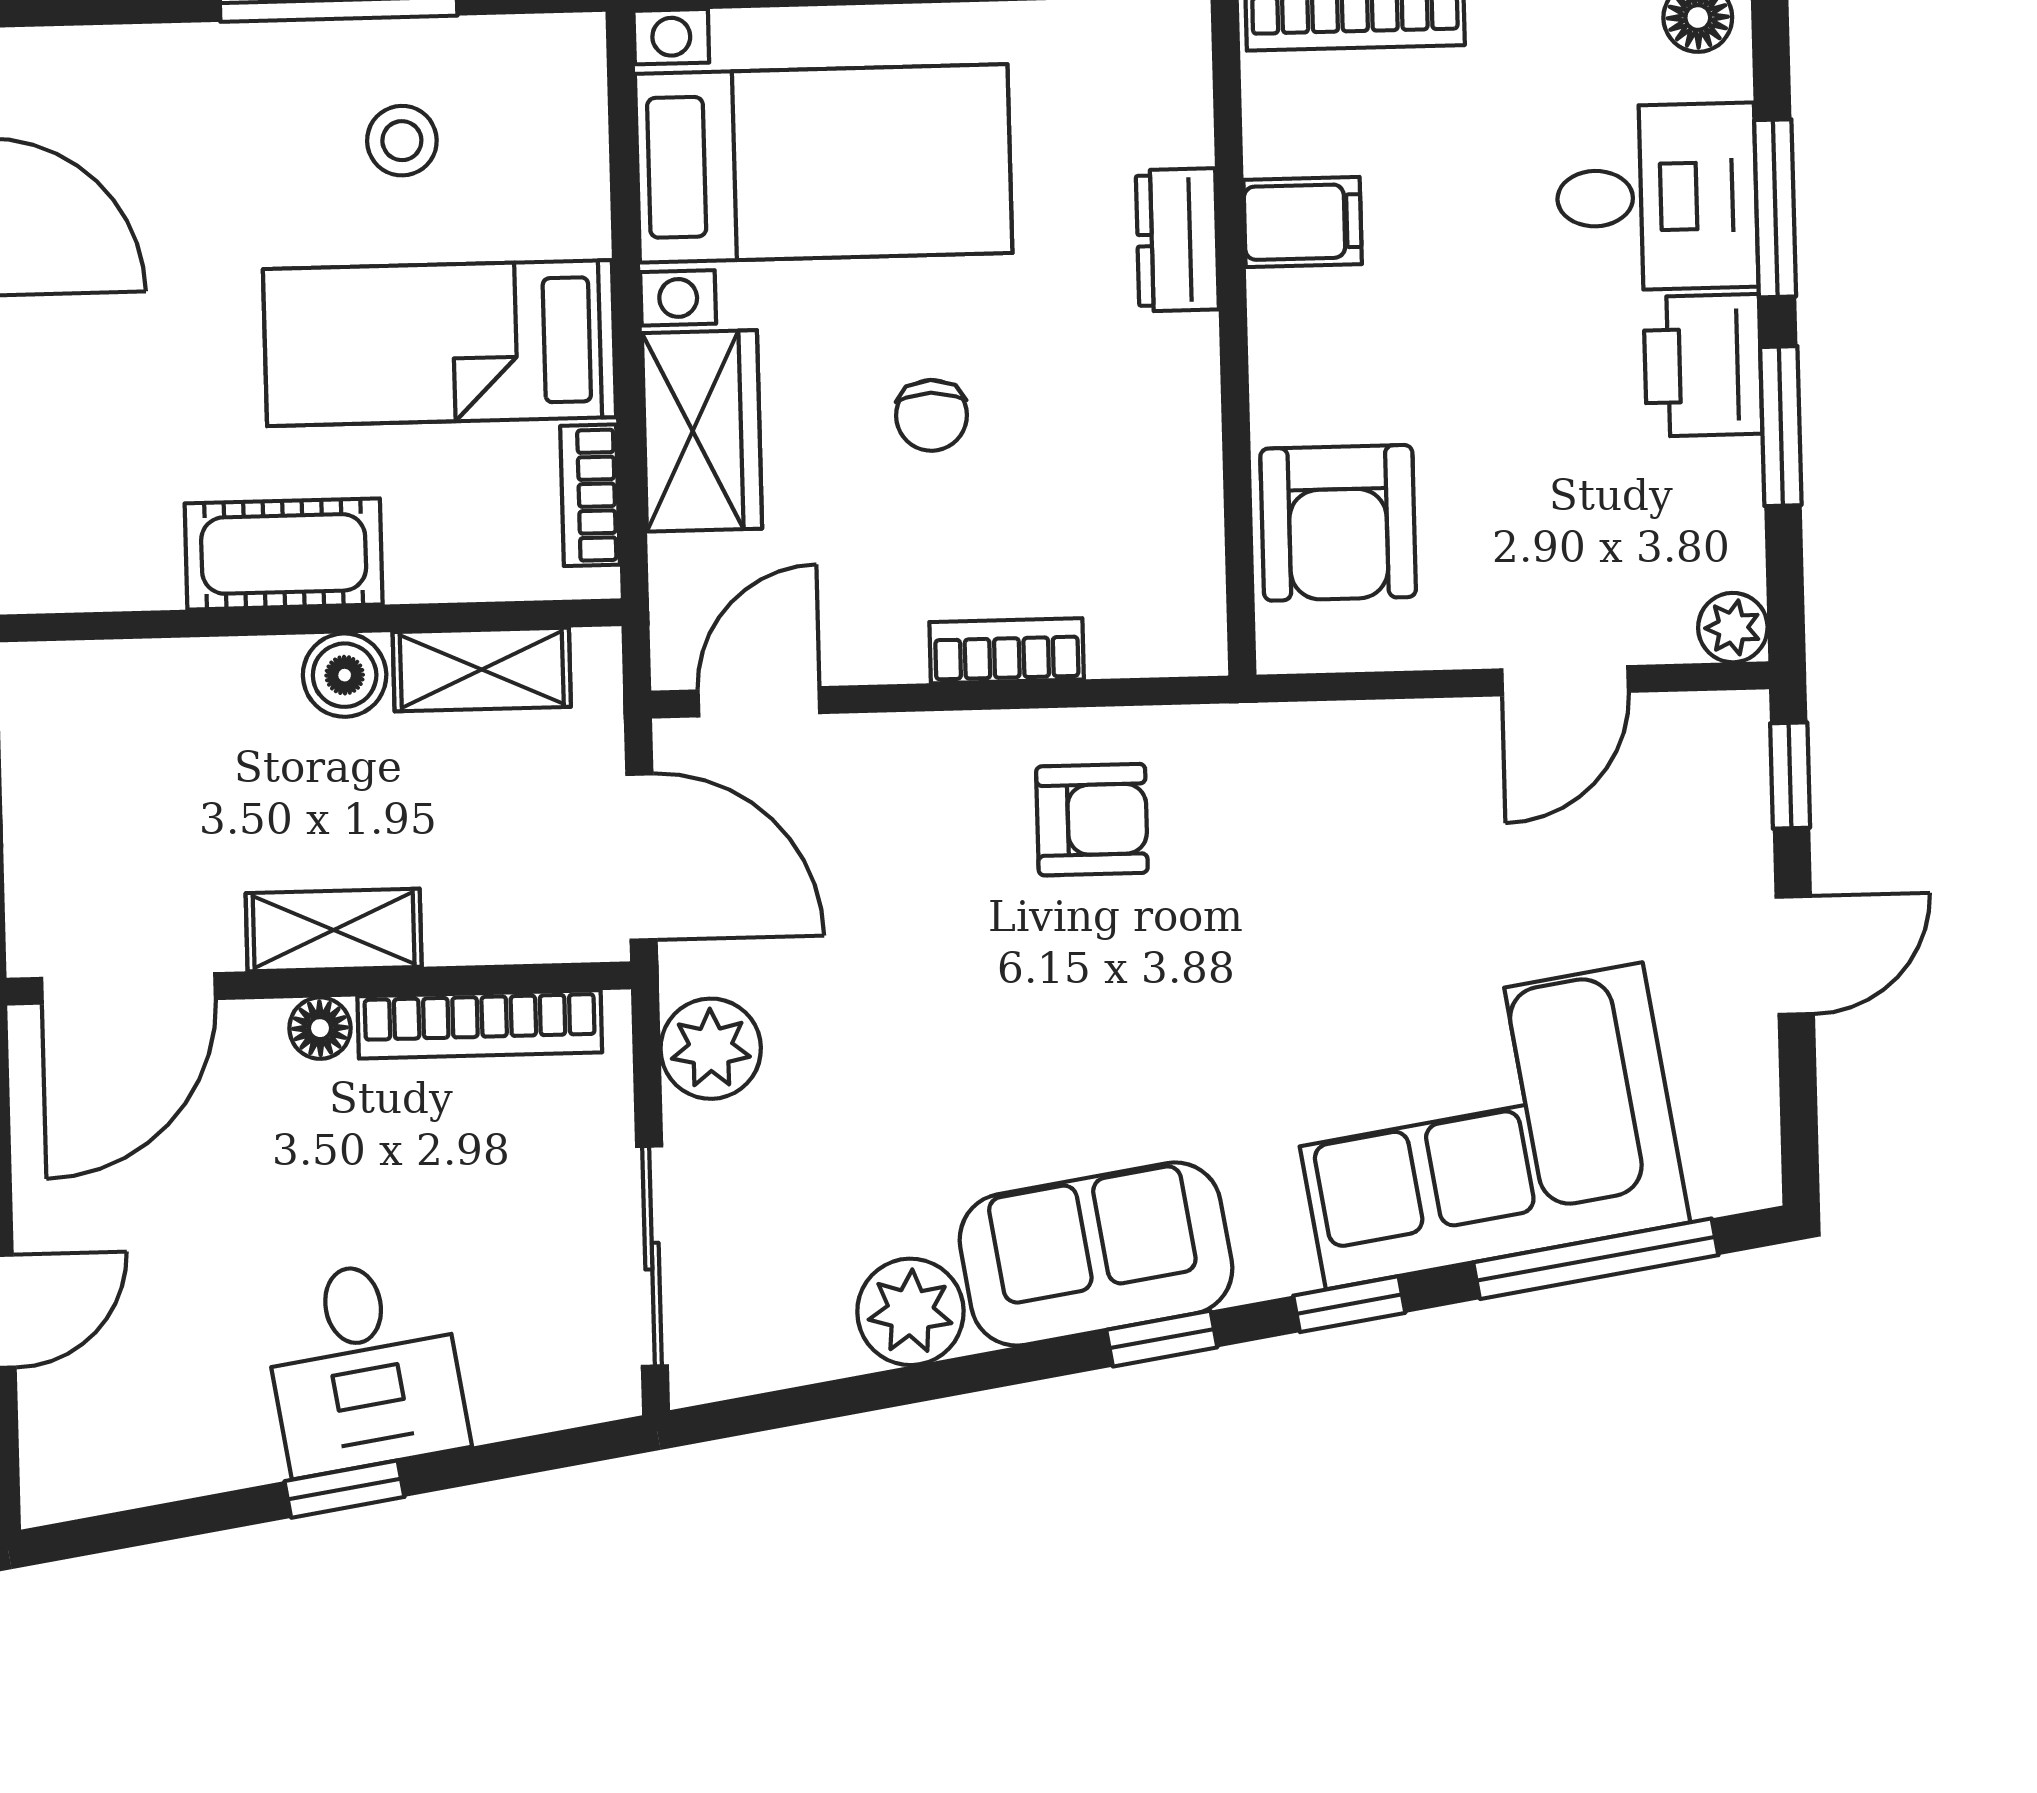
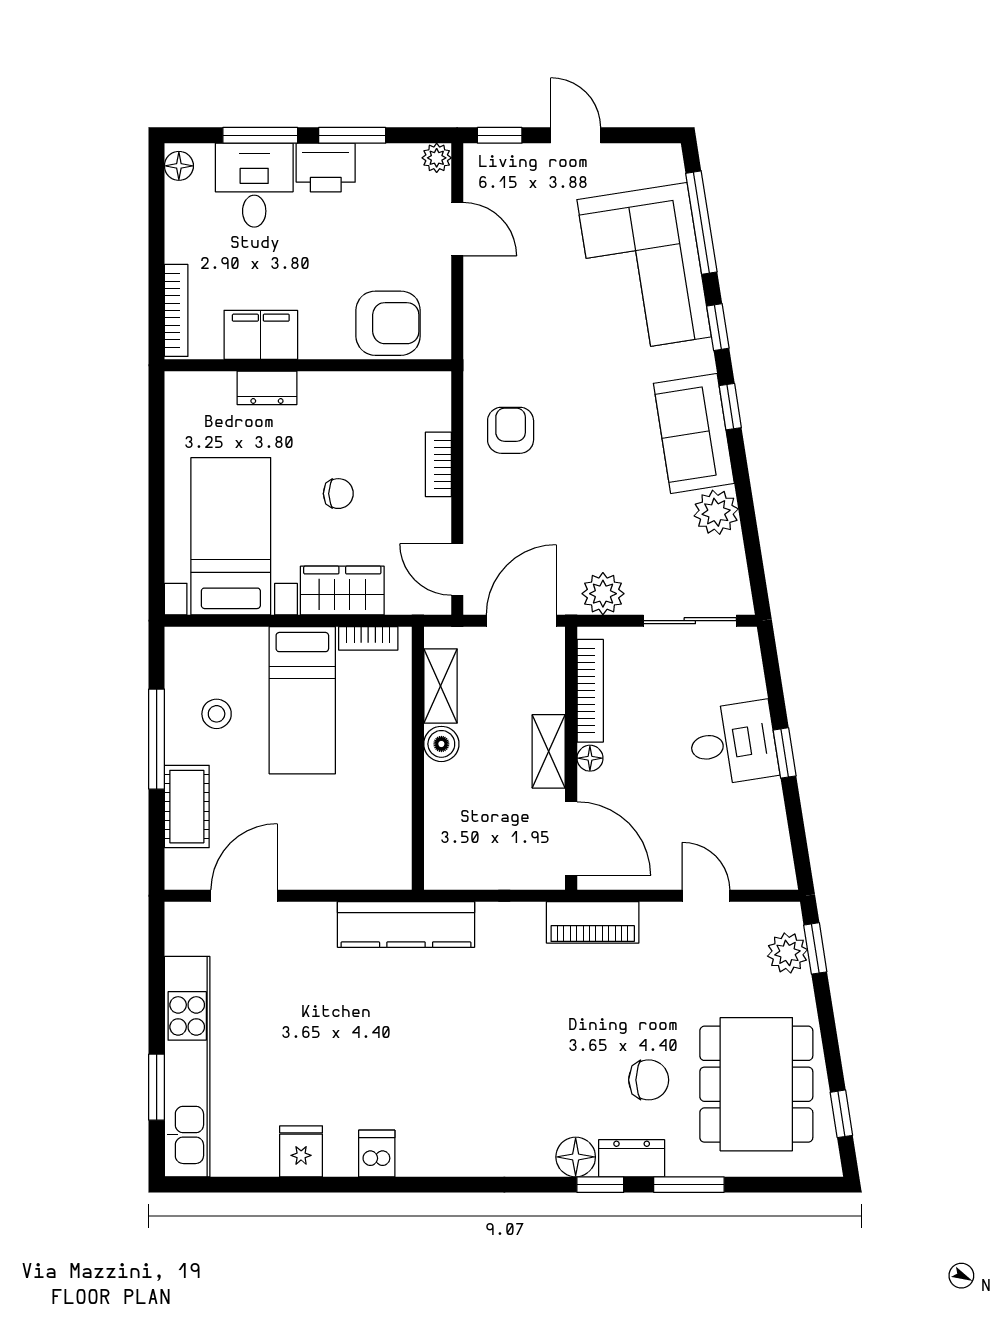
filing cabinet: (1303, 222) -> (261, 335), width x2.00
cot: (284, 554) -> (187, 807), moved

